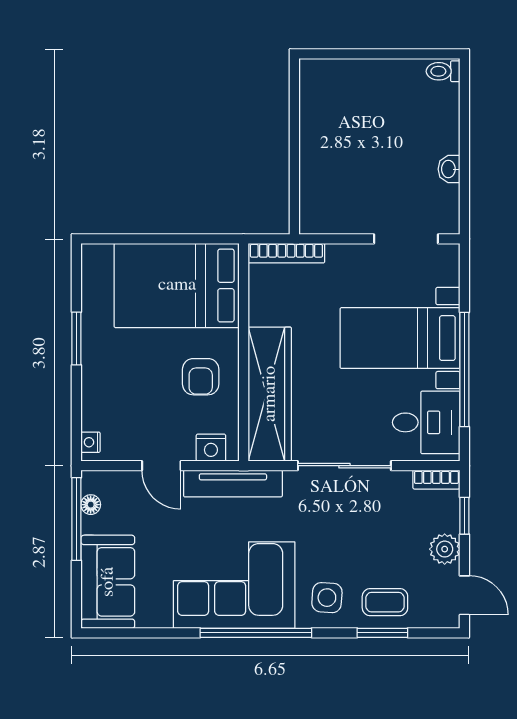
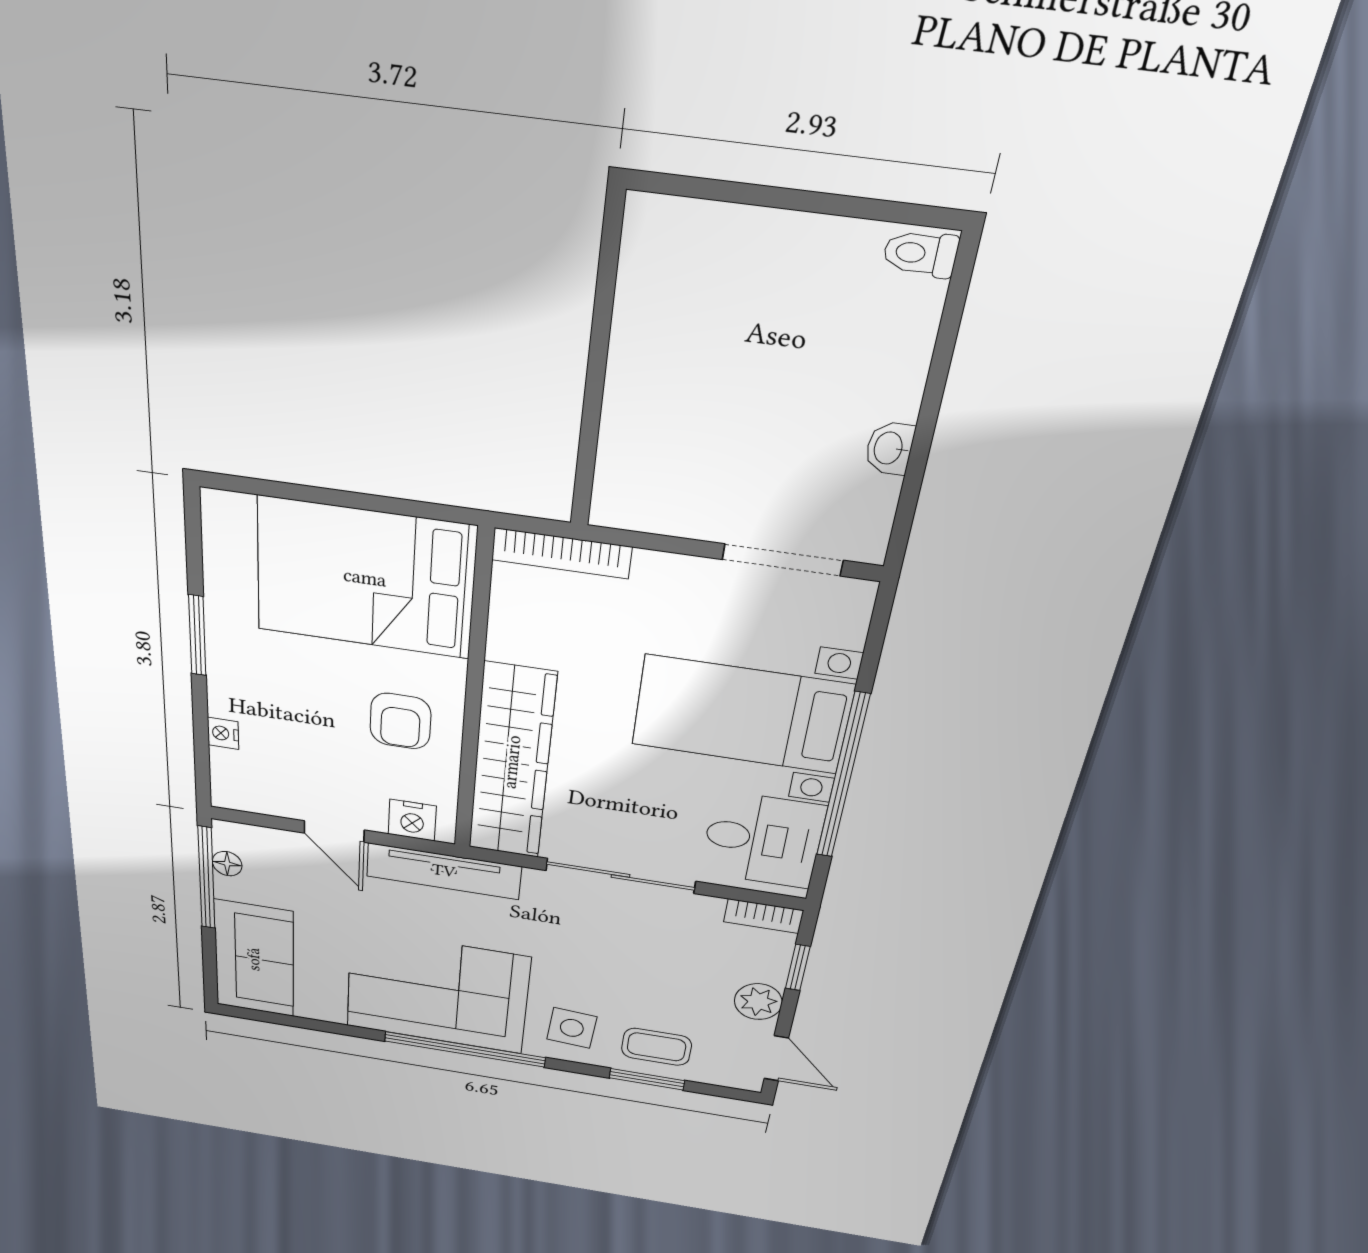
nightstand: (91, 442) -> (223, 733), moved

